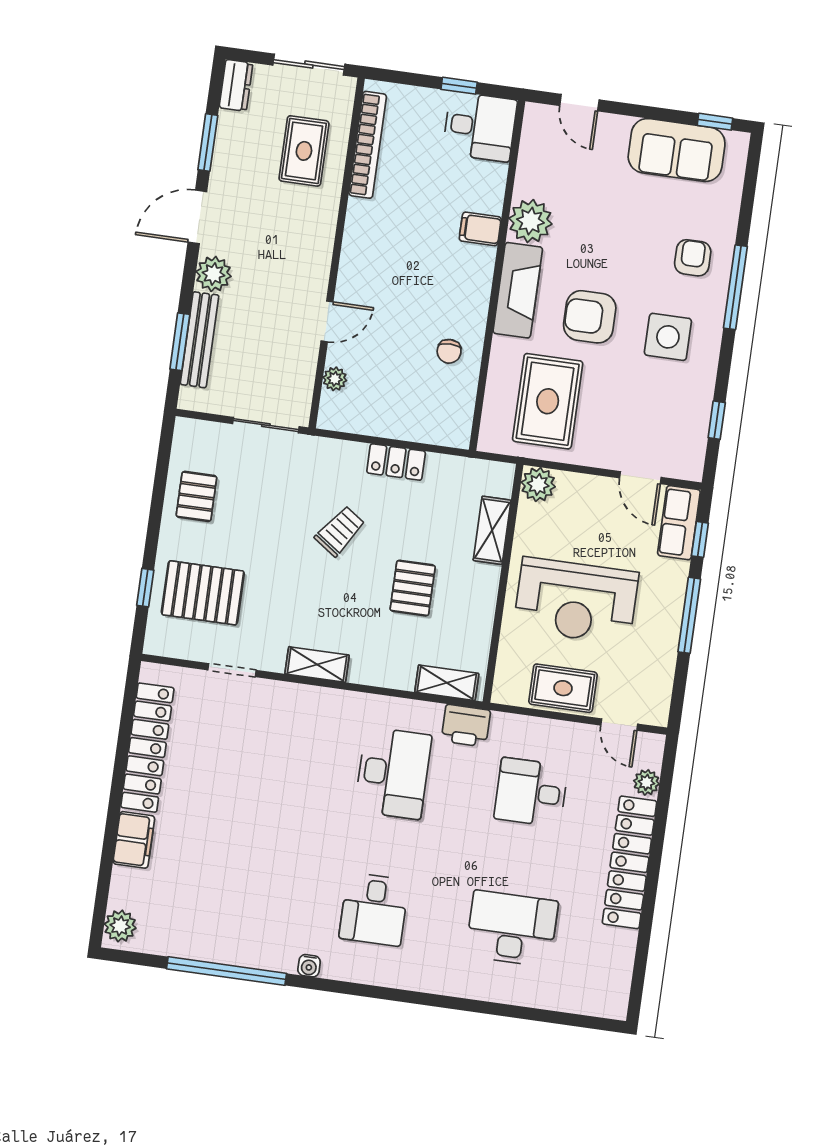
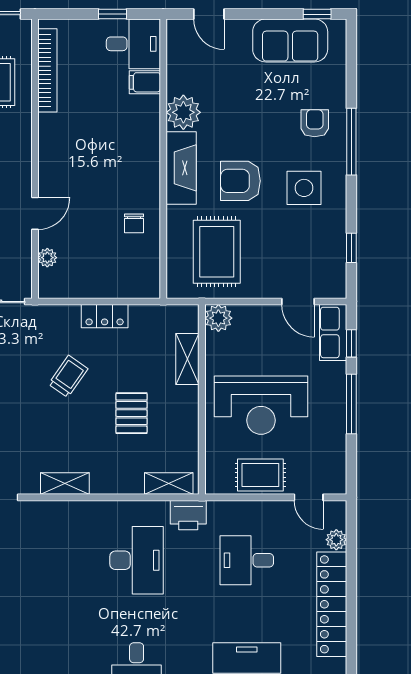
filing cabinet: (480, 229) -> (145, 82), moved

